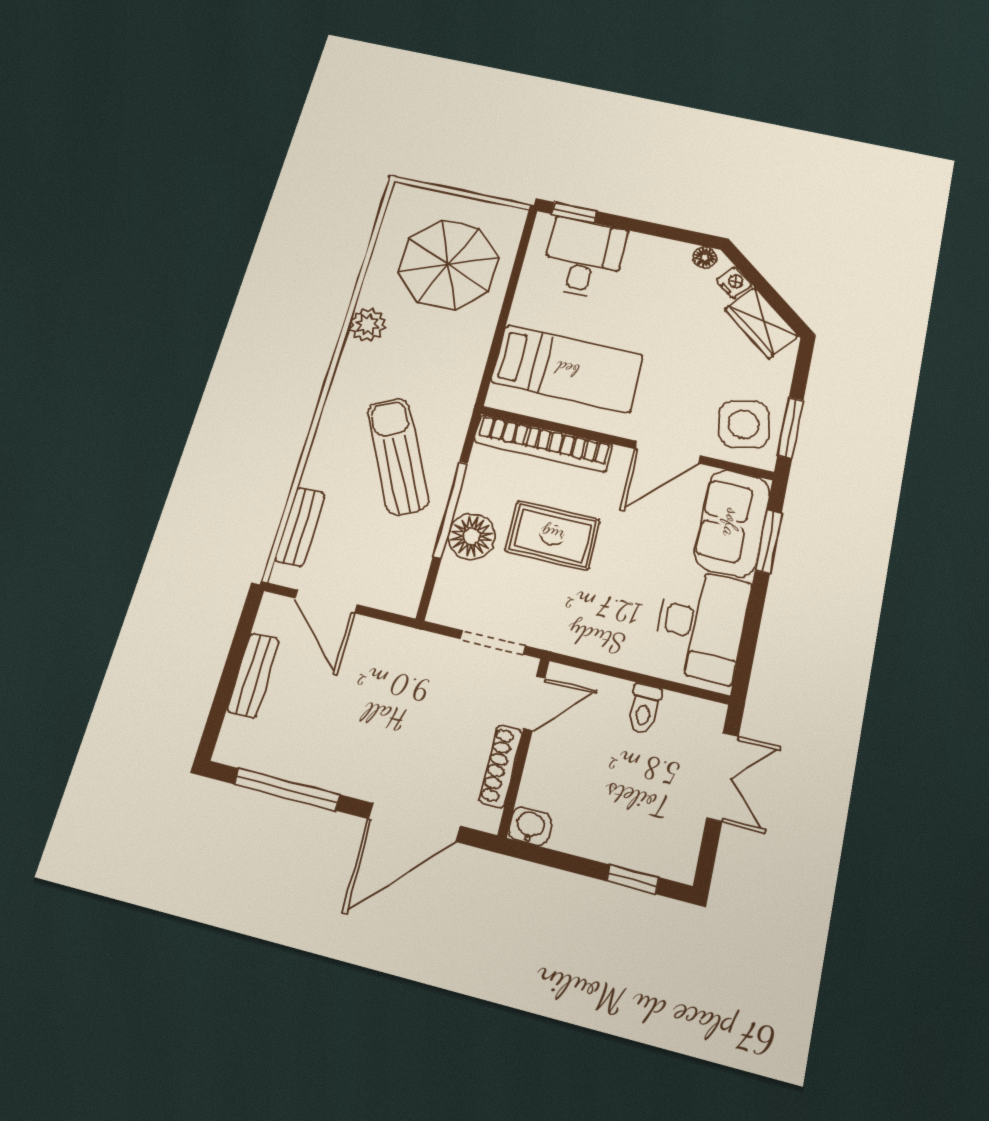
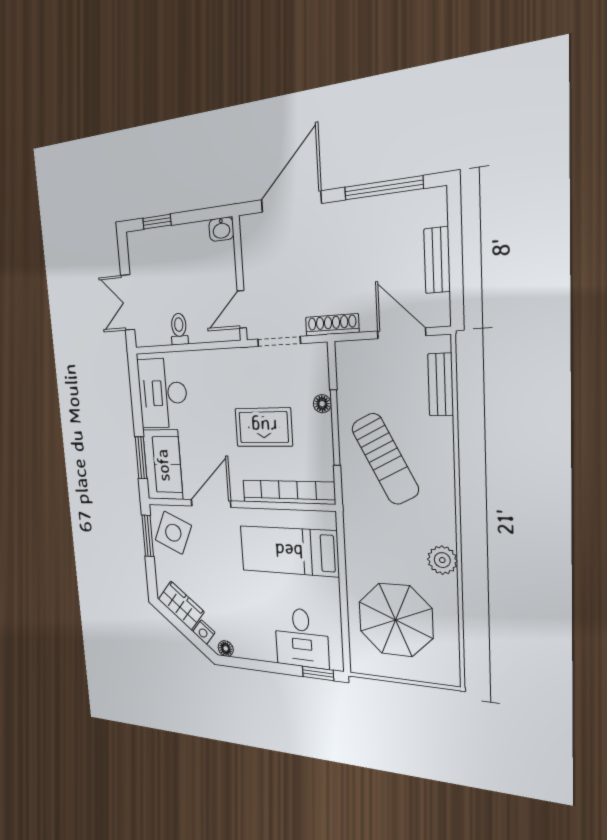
side table: (744, 424) -> (173, 533), turned 36
floor lamp: (472, 536) -> (322, 404), width x0.53, depth x0.53
shoe rack: (501, 766) -> (332, 325), moved, turned -90

